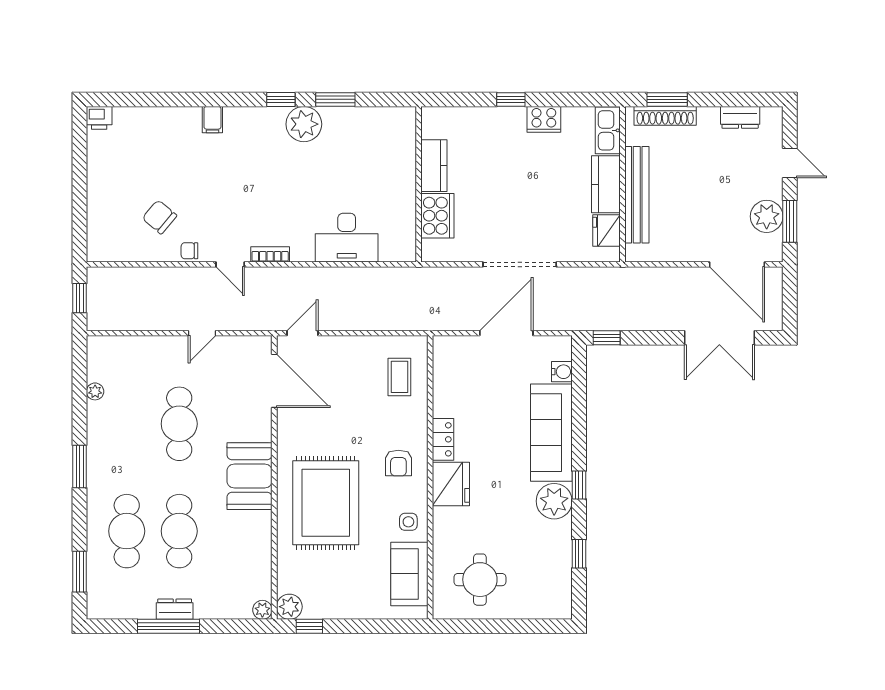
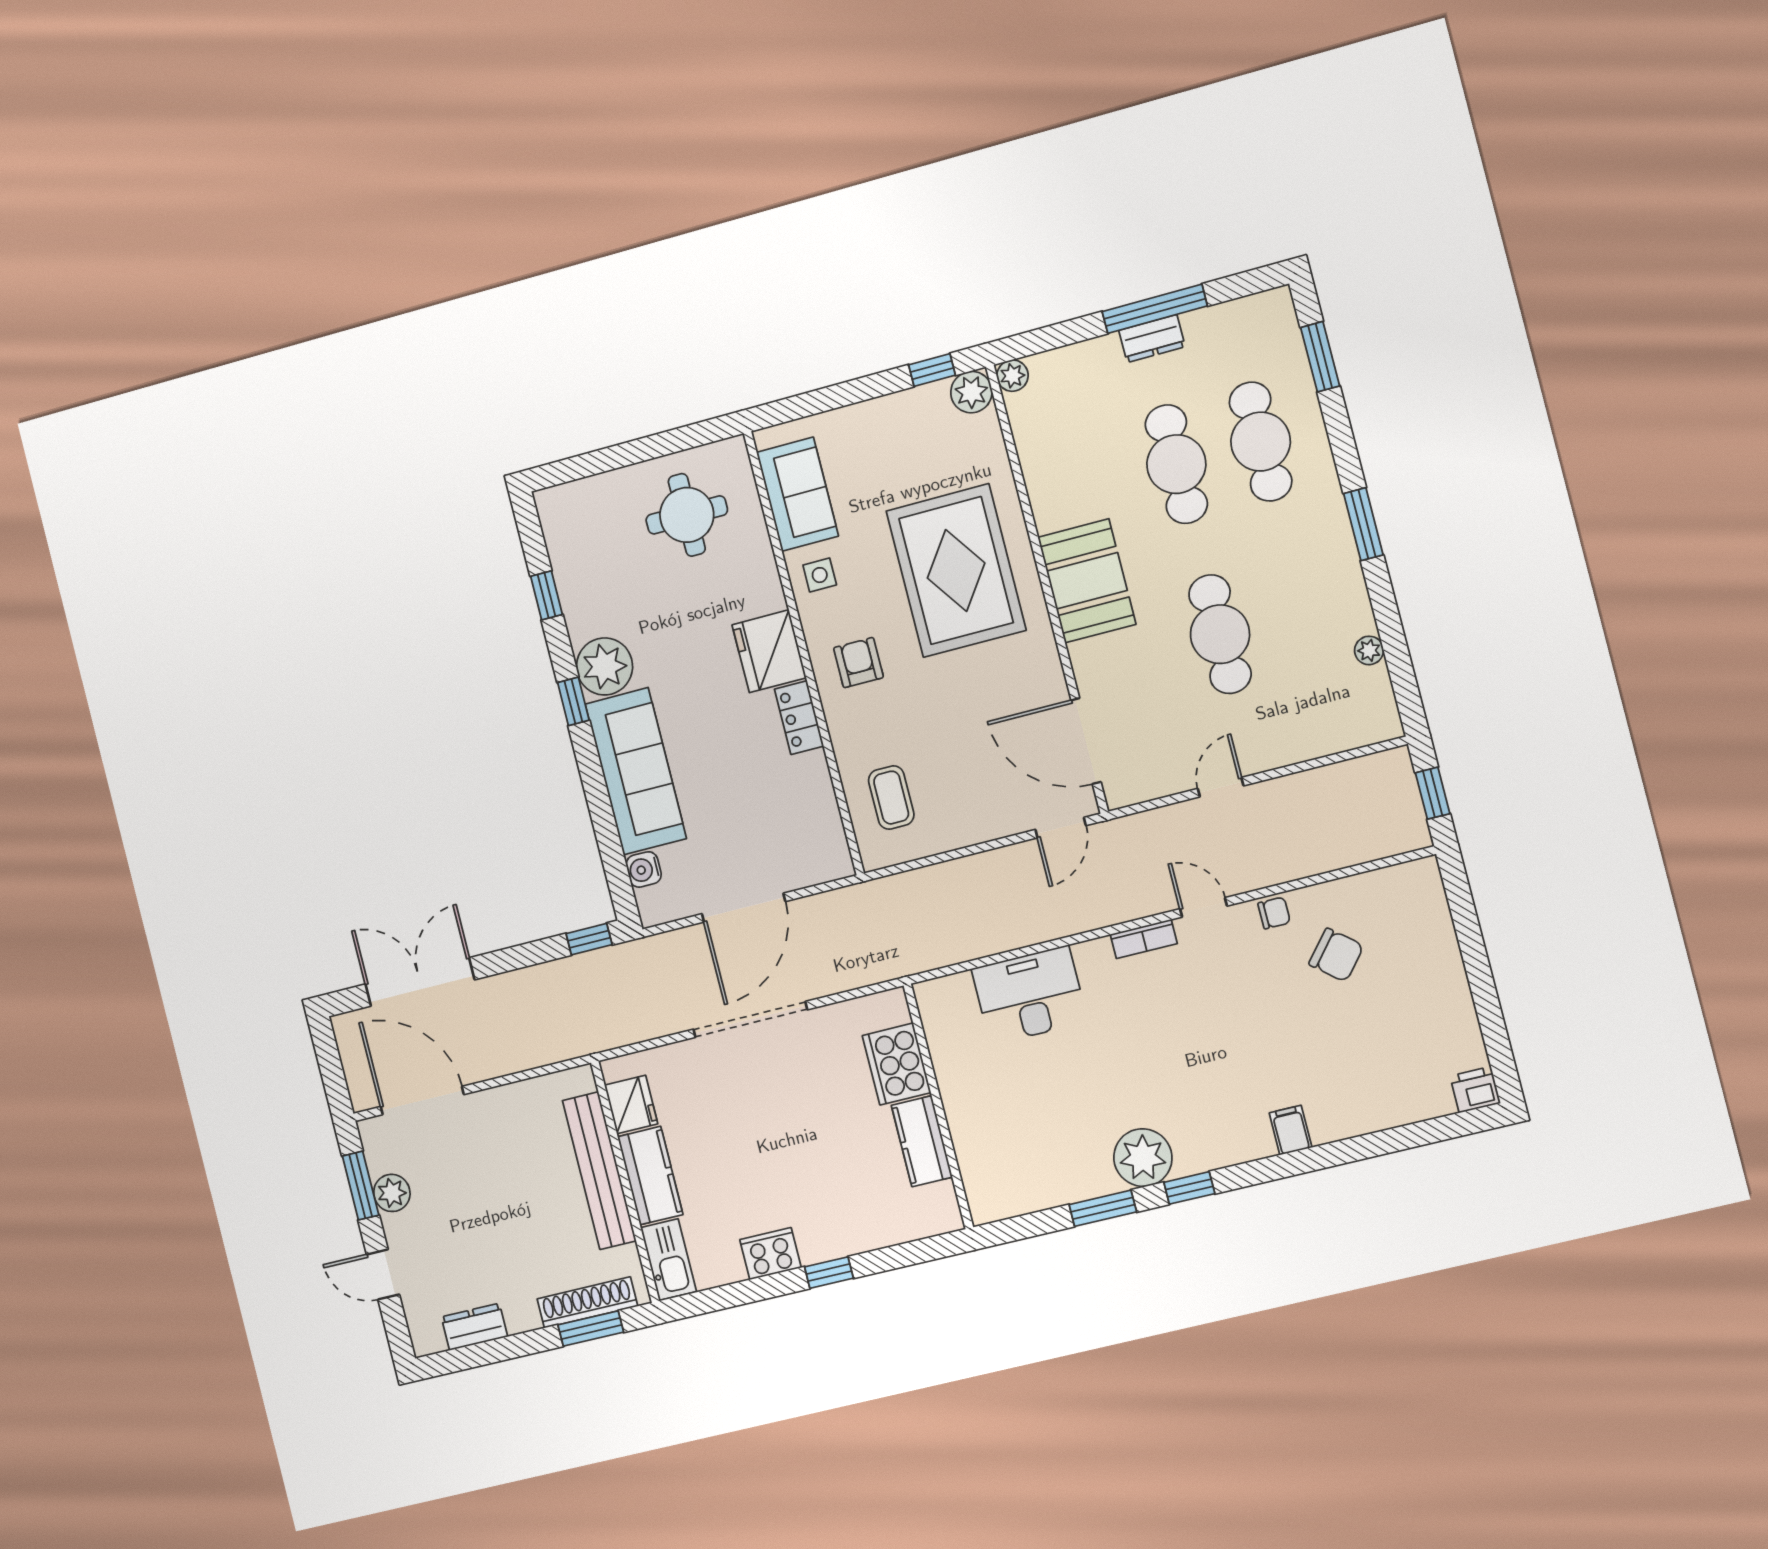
plant: (767, 216) -> (392, 1193), width x0.73, depth x0.73

